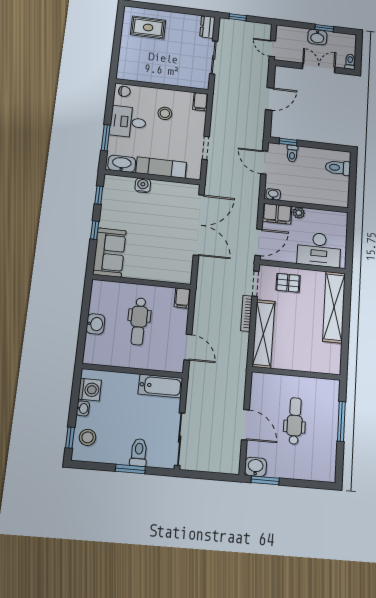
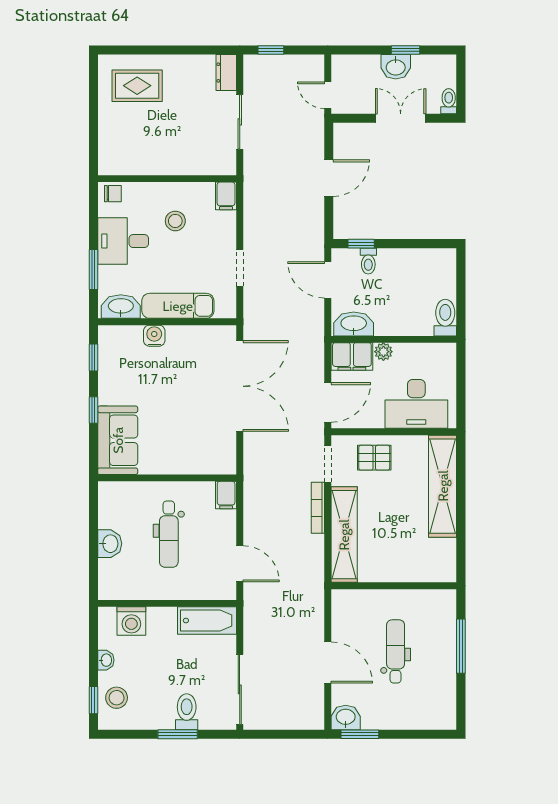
toilet: (338, 168) -> (445, 318), moved, turned 90
washbasin: (273, 194) -> (354, 324), width x1.91, depth x1.45
washing machine: (90, 390) -> (131, 621), moved, turned 90

